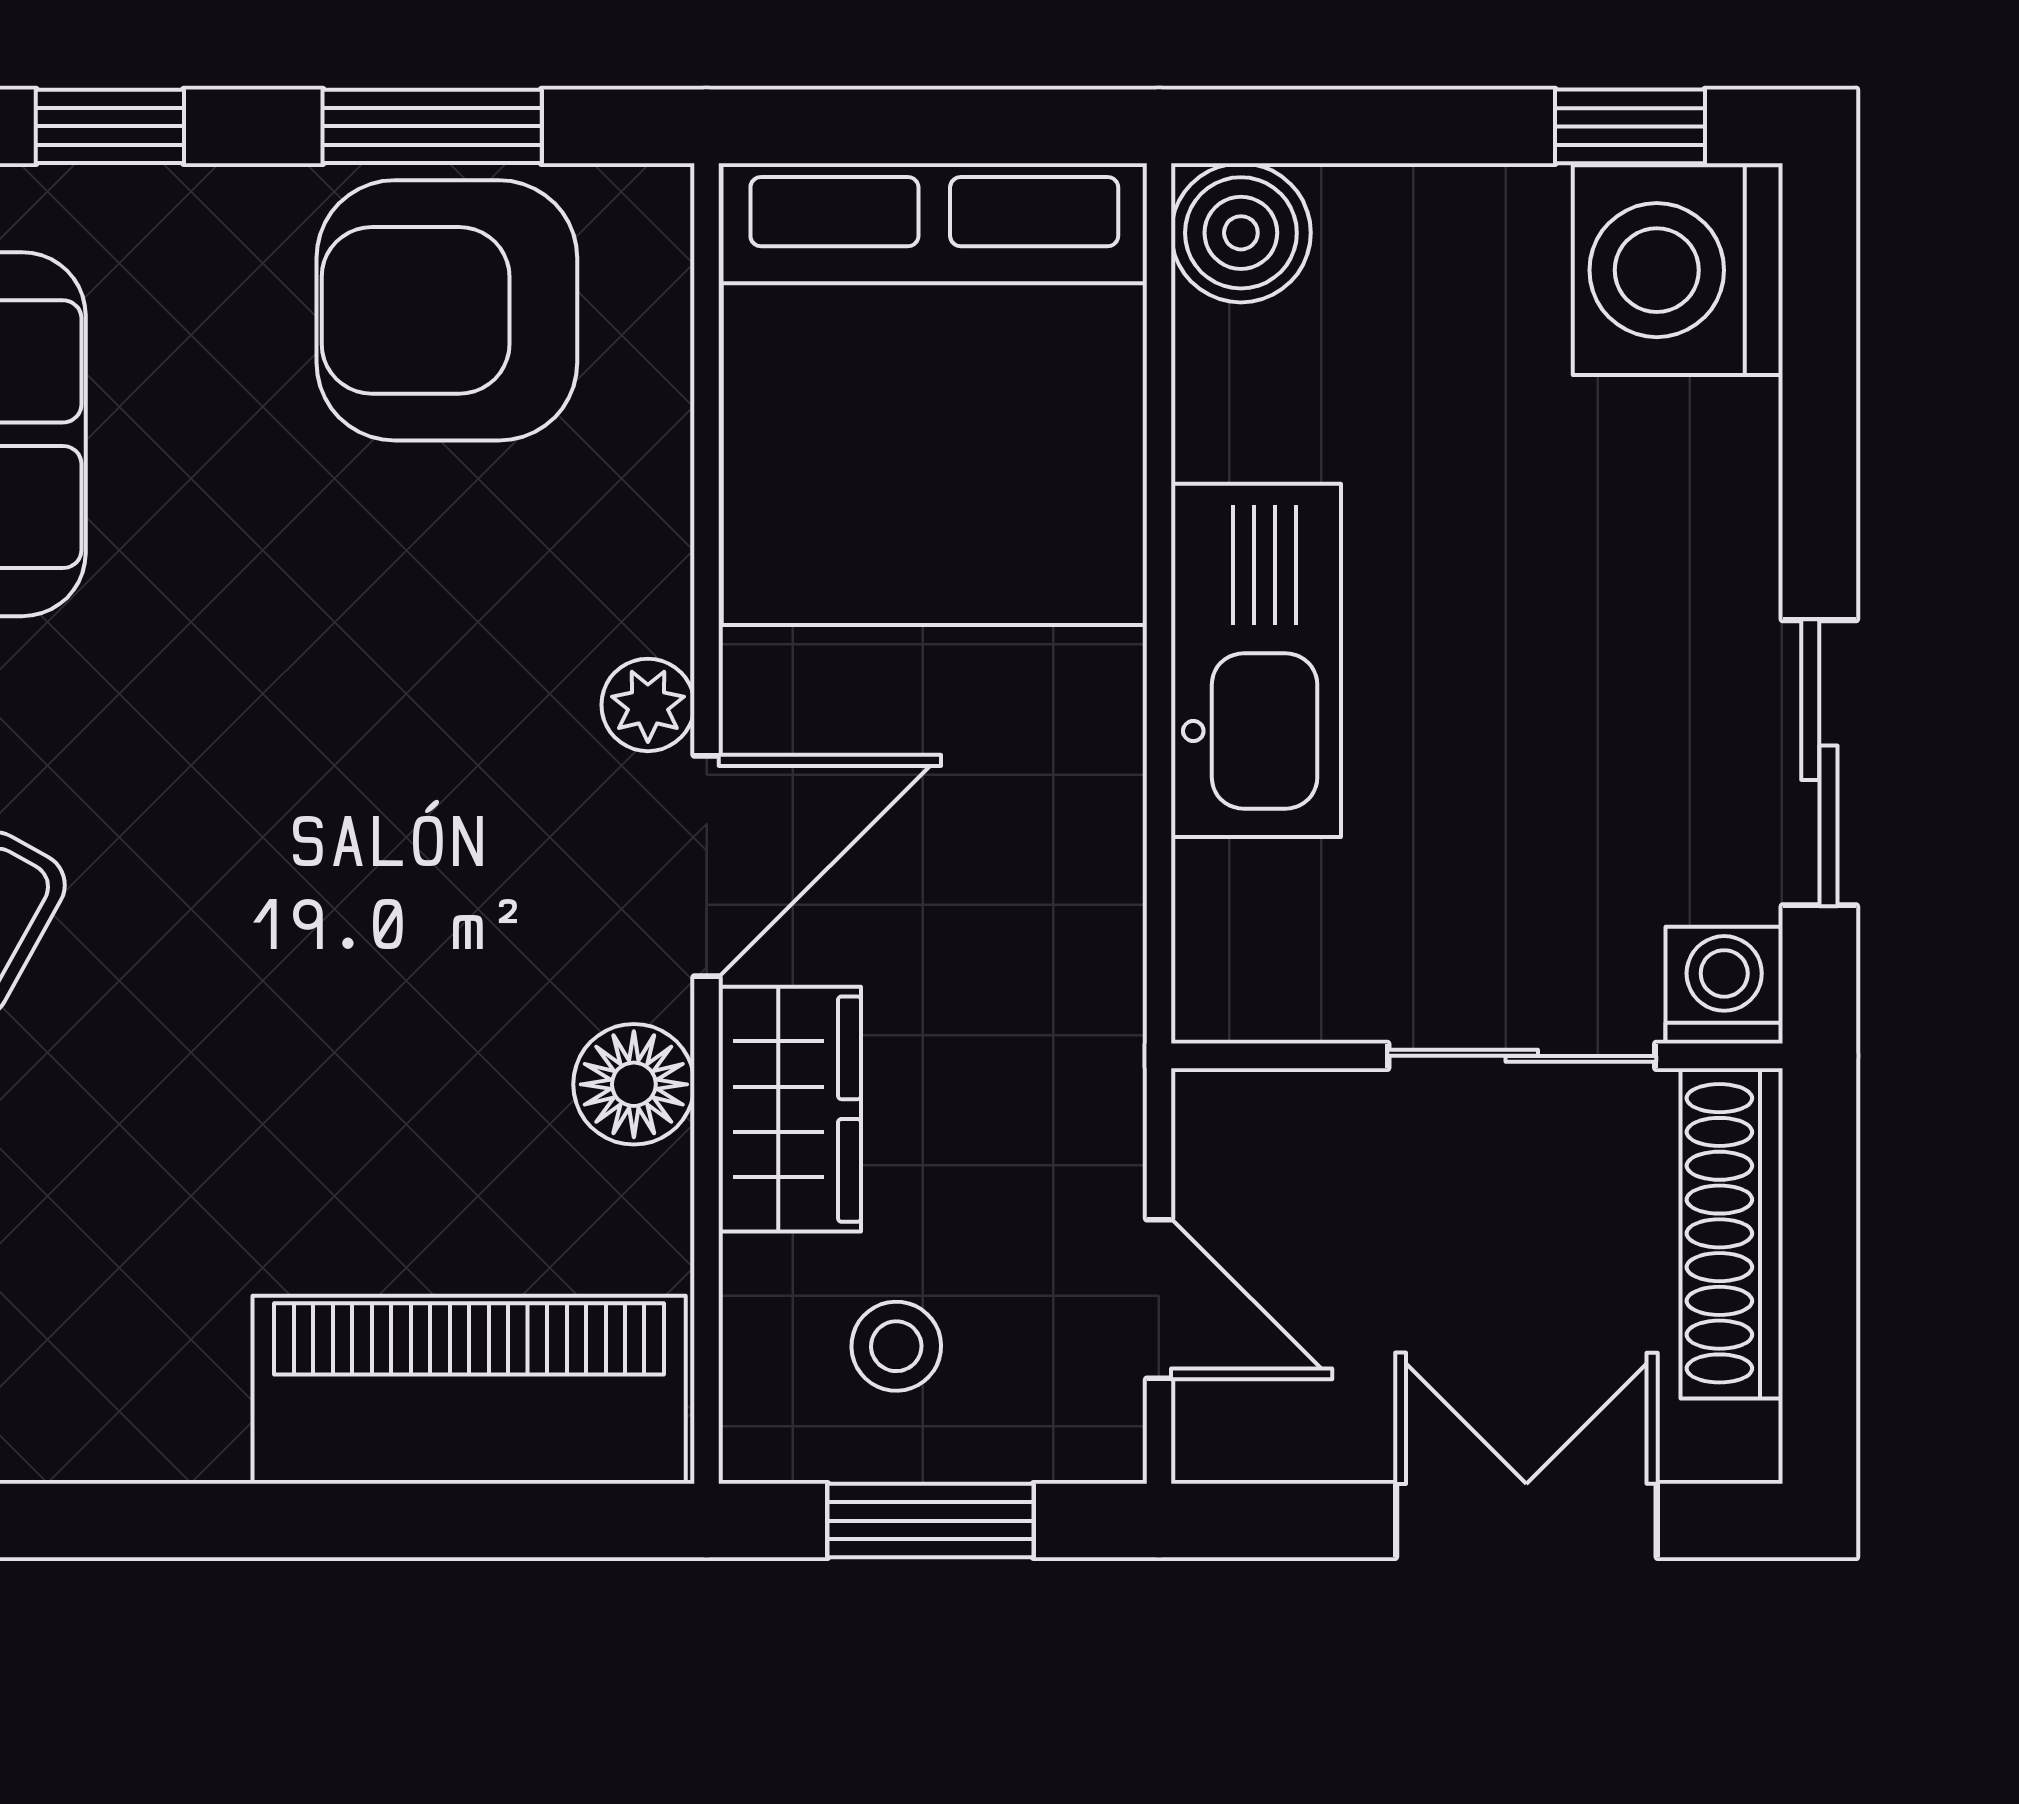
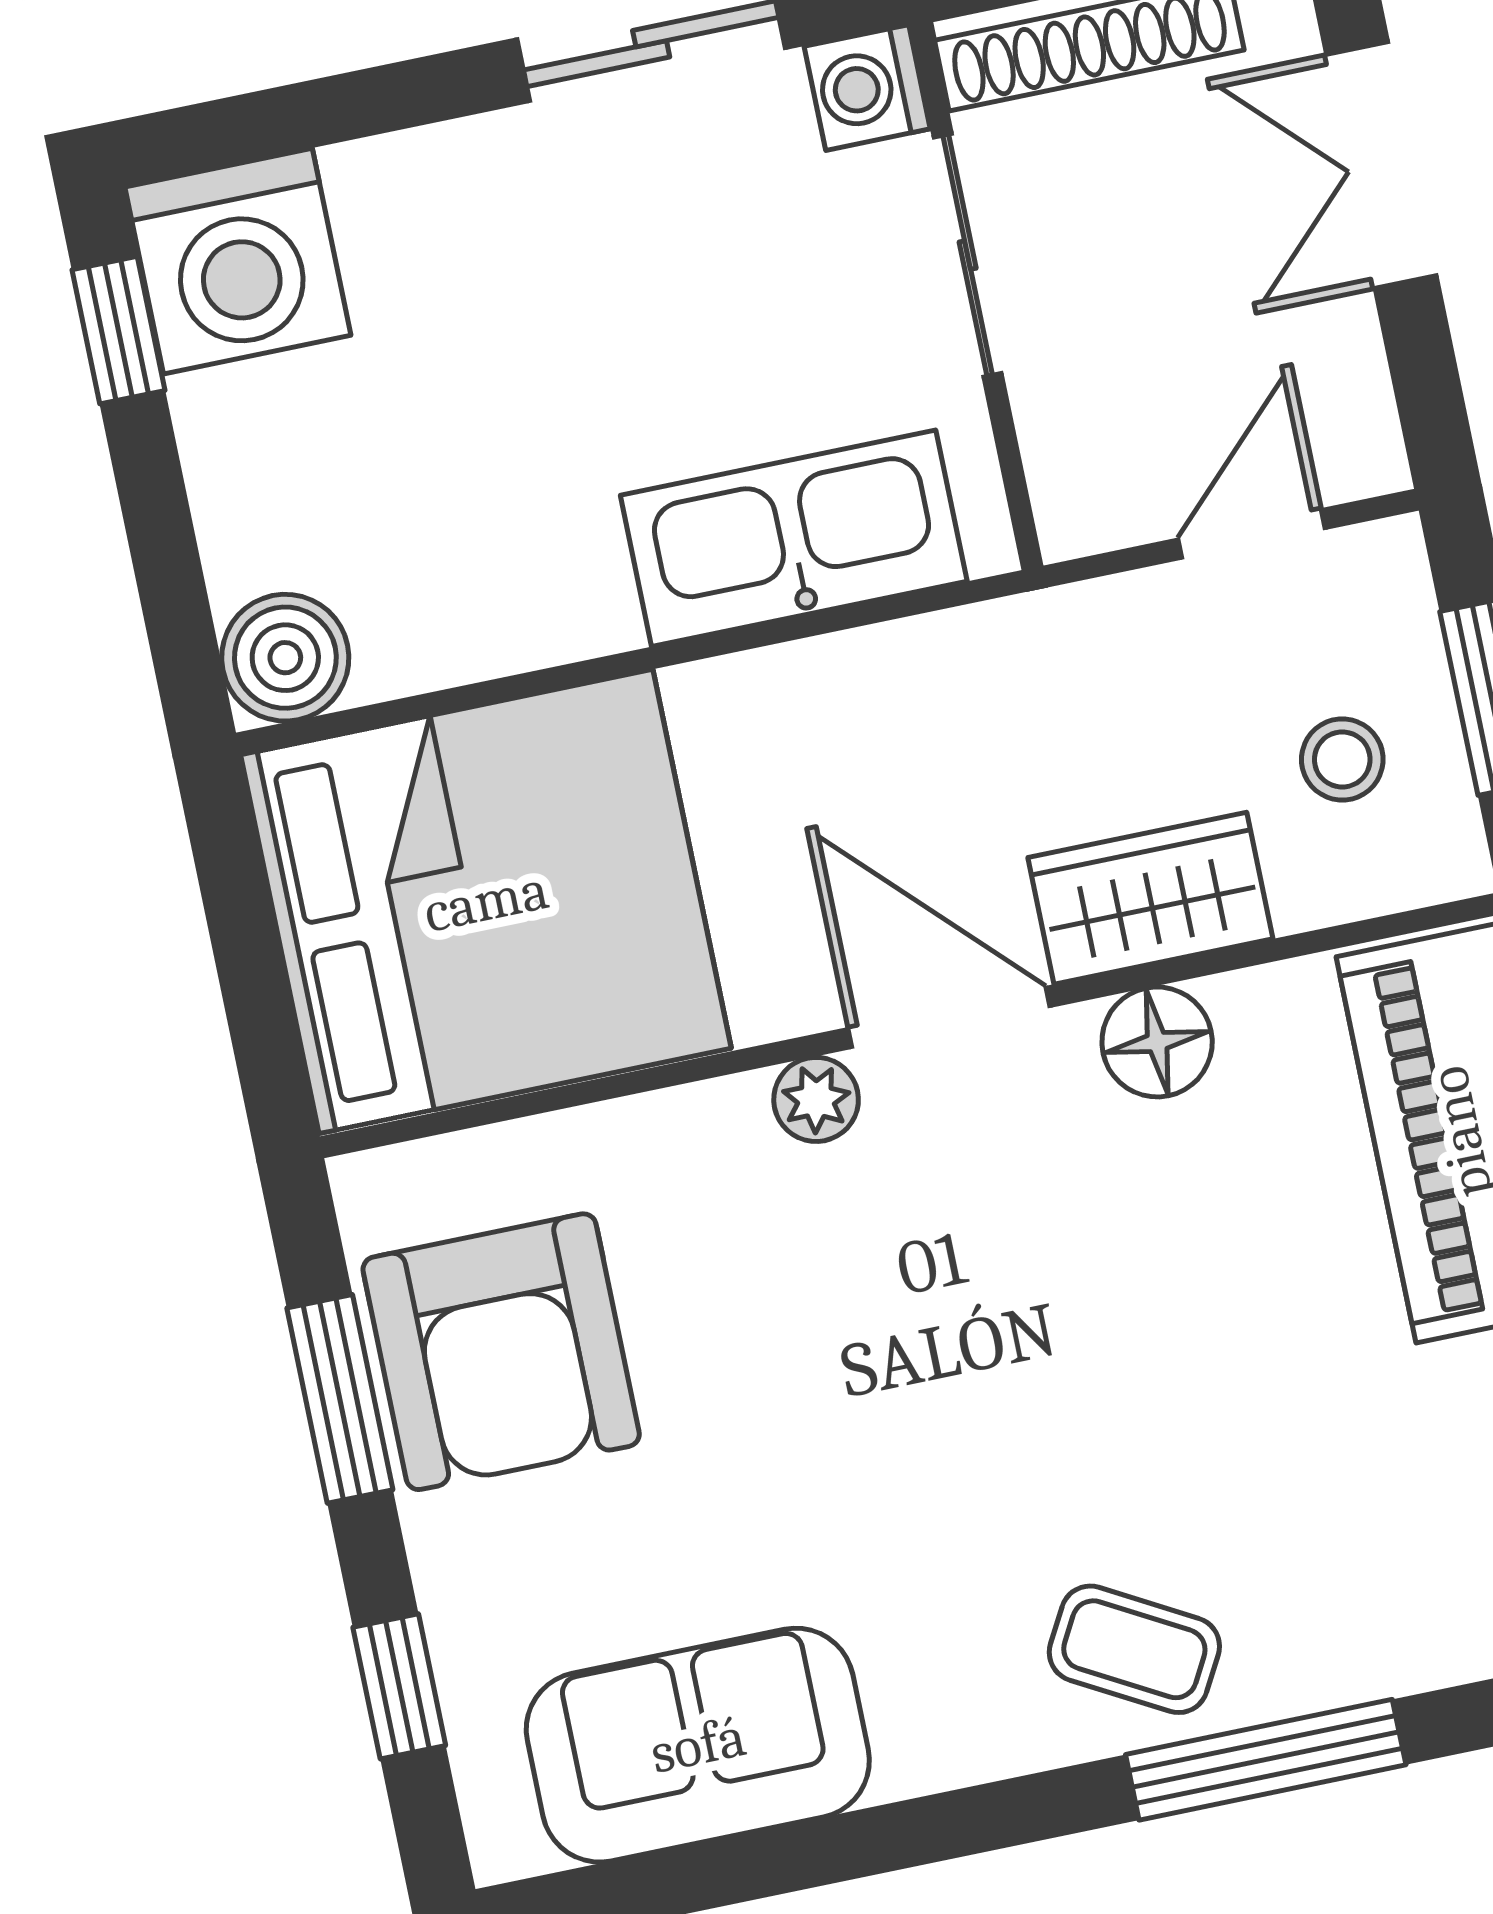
kitchen sink: (1256, 660) -> (794, 538), moved

